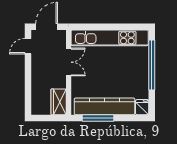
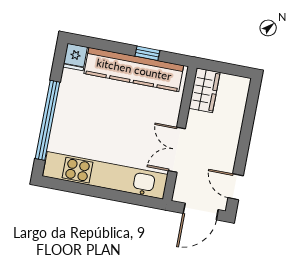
door: (28, 46) -> (236, 187), swing flipped
window: (98, 118) -> (147, 53), width x0.46

